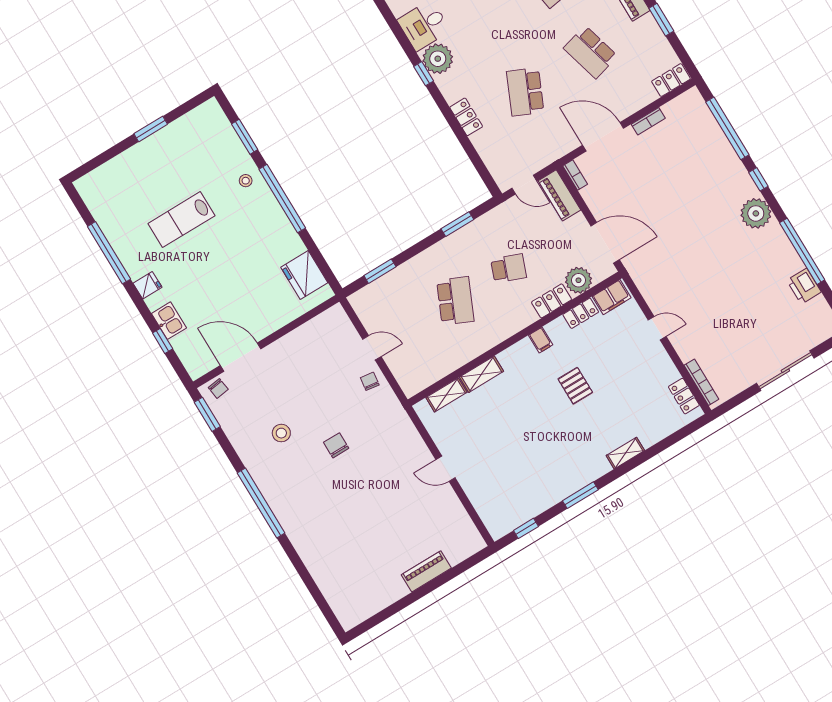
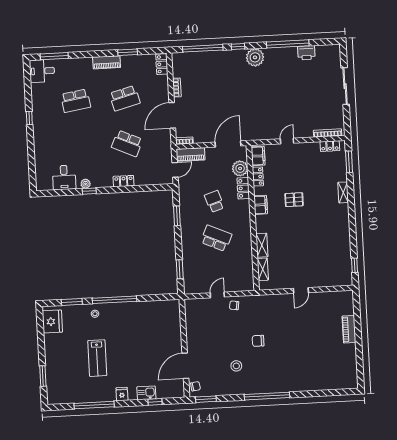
plant: (438, 59) -> (86, 184), width x0.53, depth x0.53
window: (151, 129) -> (43, 376), moved
school desk: (509, 268) -> (214, 201), turned -39
fridge: (304, 275) -> (52, 321), moved, turned -90
filing cabinet: (541, 340) -> (261, 205), width x2.00
window: (580, 495) -> (349, 162), moved

